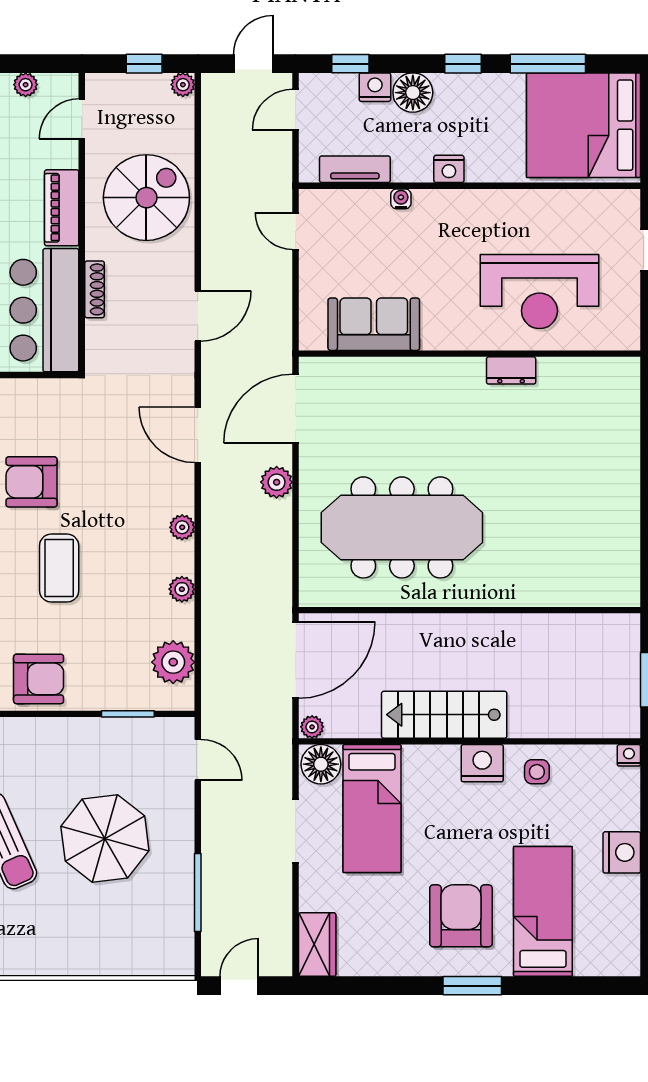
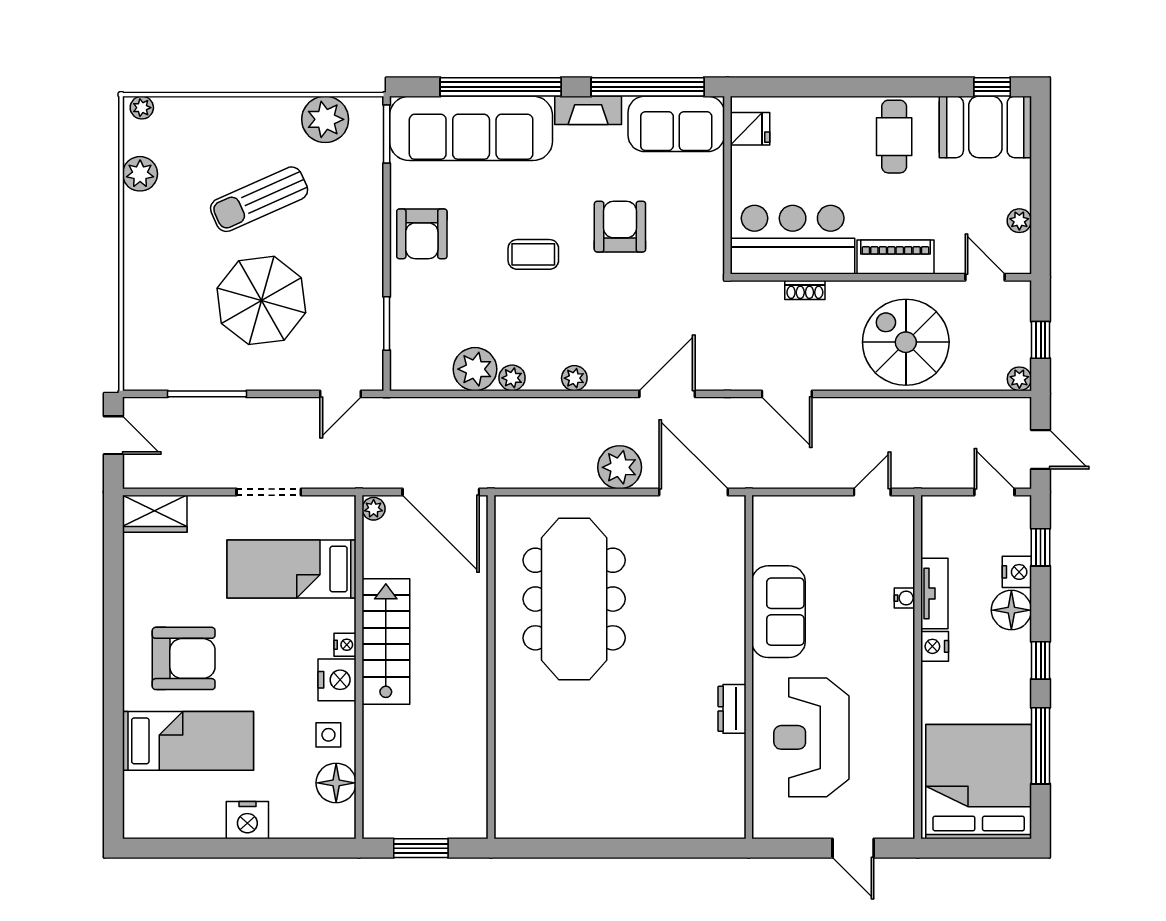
tv unit: (355, 169) -> (934, 593), moved
spiral stairs: (146, 198) -> (906, 342), turned 180
shoe rack: (95, 289) -> (805, 290), width x0.70
sofa: (374, 324) -> (778, 612), moved
plant: (277, 482) -> (620, 467), width x1.36, depth x1.36
coffee table: (59, 568) -> (533, 254), width x0.73, depth x0.77
plant: (173, 662) -> (475, 369), moved
nightstand: (629, 755) -> (345, 645), moved
floor lamp: (321, 764) -> (336, 783), moved
window: (472, 986) -> (113, 670), removed

